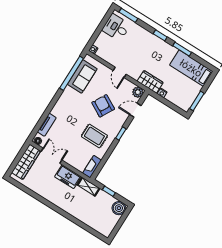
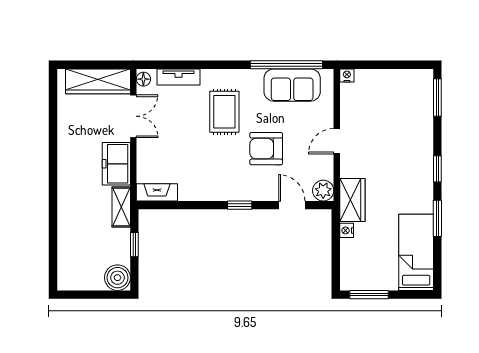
desk: (116, 27) -> (406, 90), removed
armchair: (103, 106) -> (266, 149), turned -119
rug: (94, 136) -> (224, 112), moved

